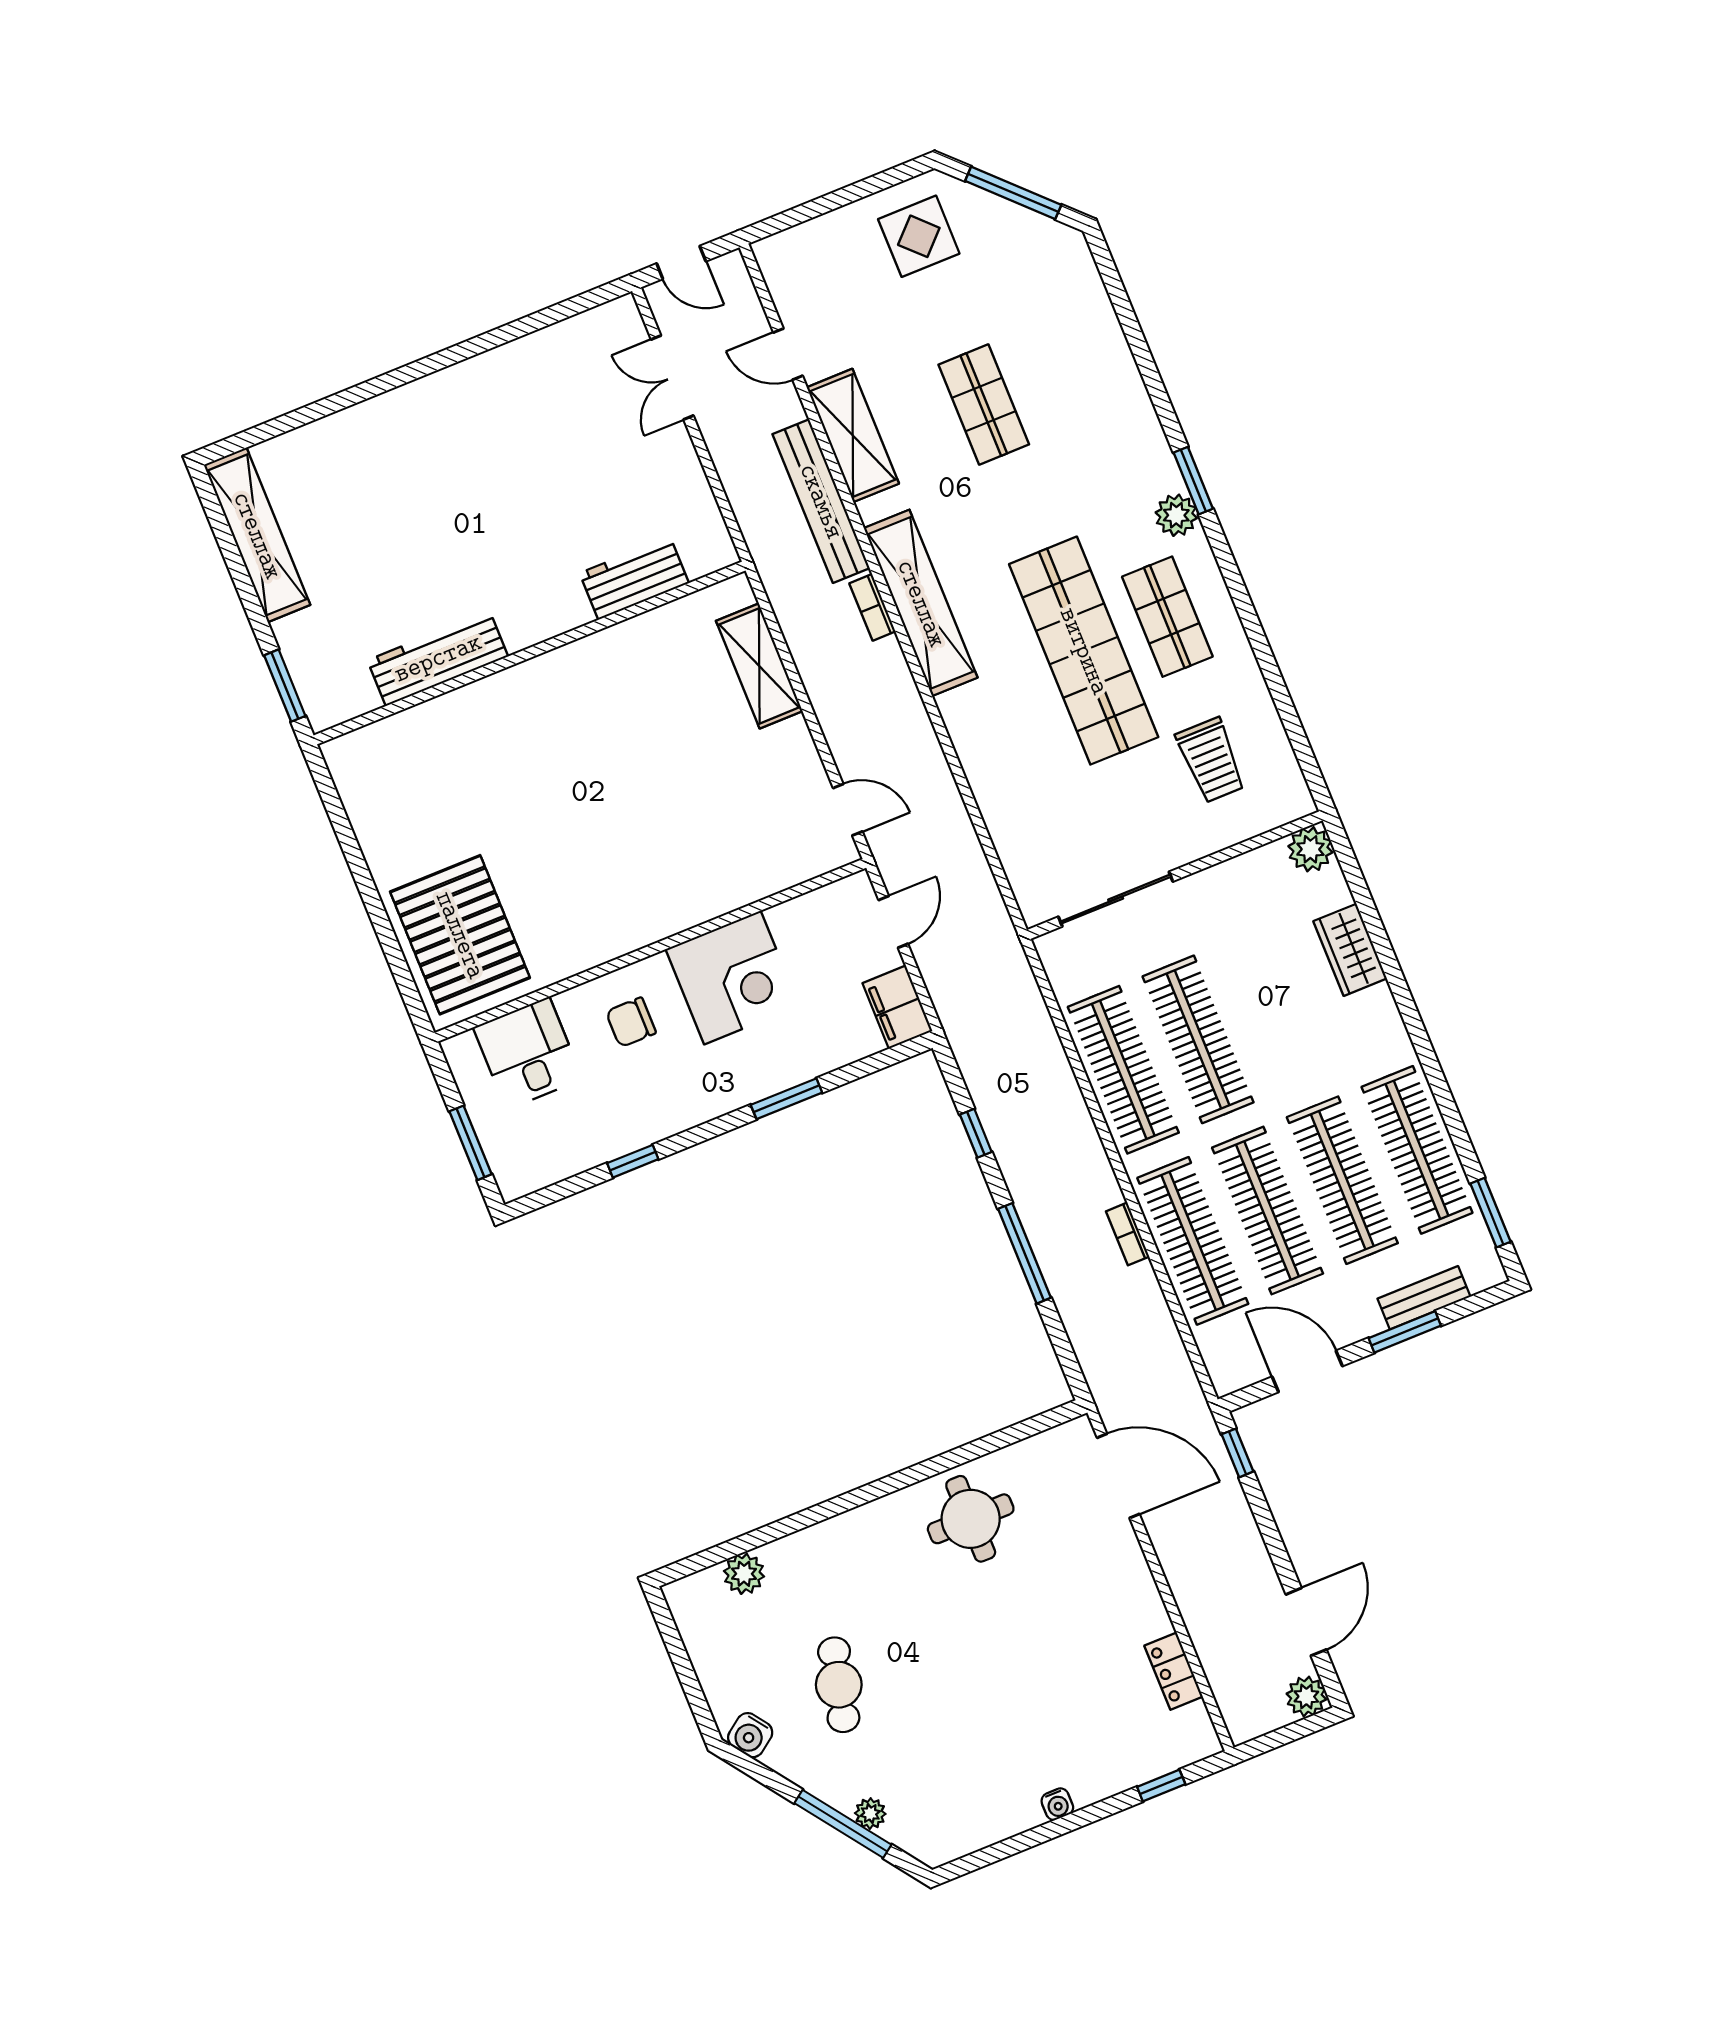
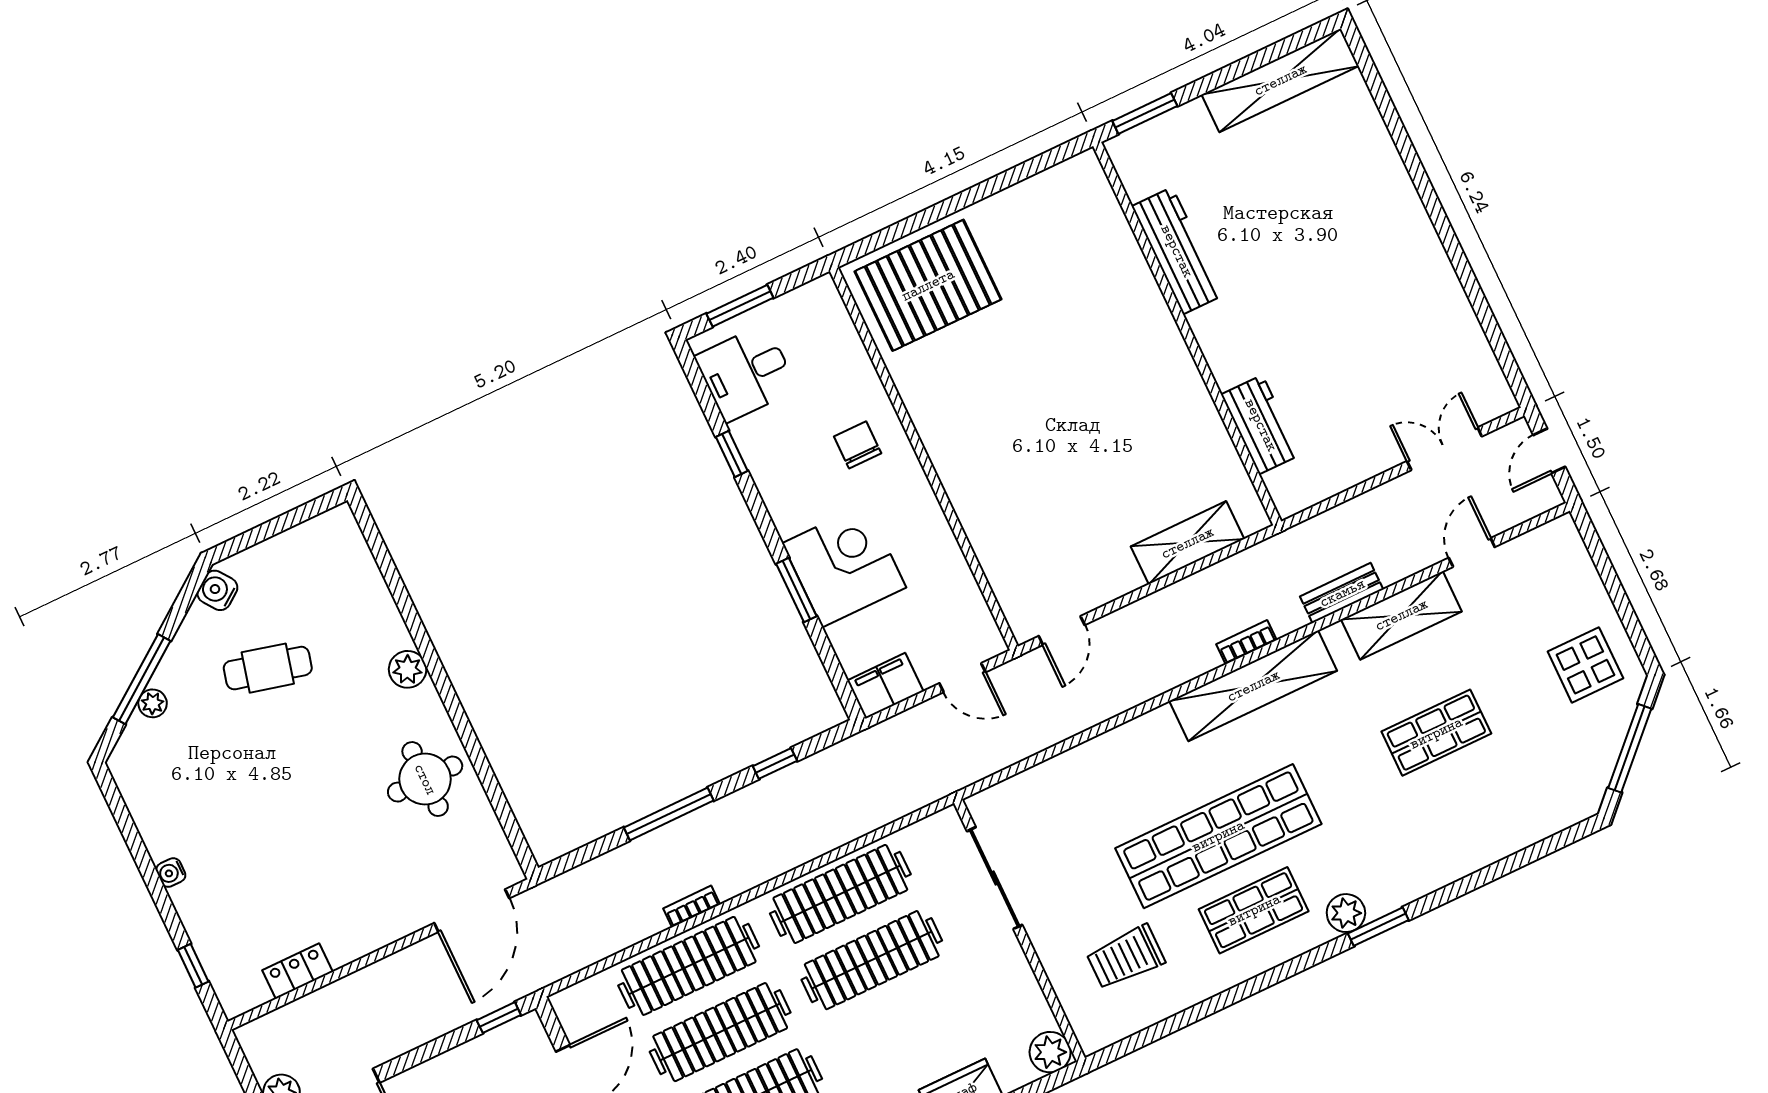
bench: (821, 501) -> (1342, 593), width x0.54, depth x0.82
corner desk: (732, 978) -> (844, 565), moved, turned 180
desk: (528, 1053) -> (746, 373), moved, turned 180
plant: (744, 1574) -> (408, 669), moved

